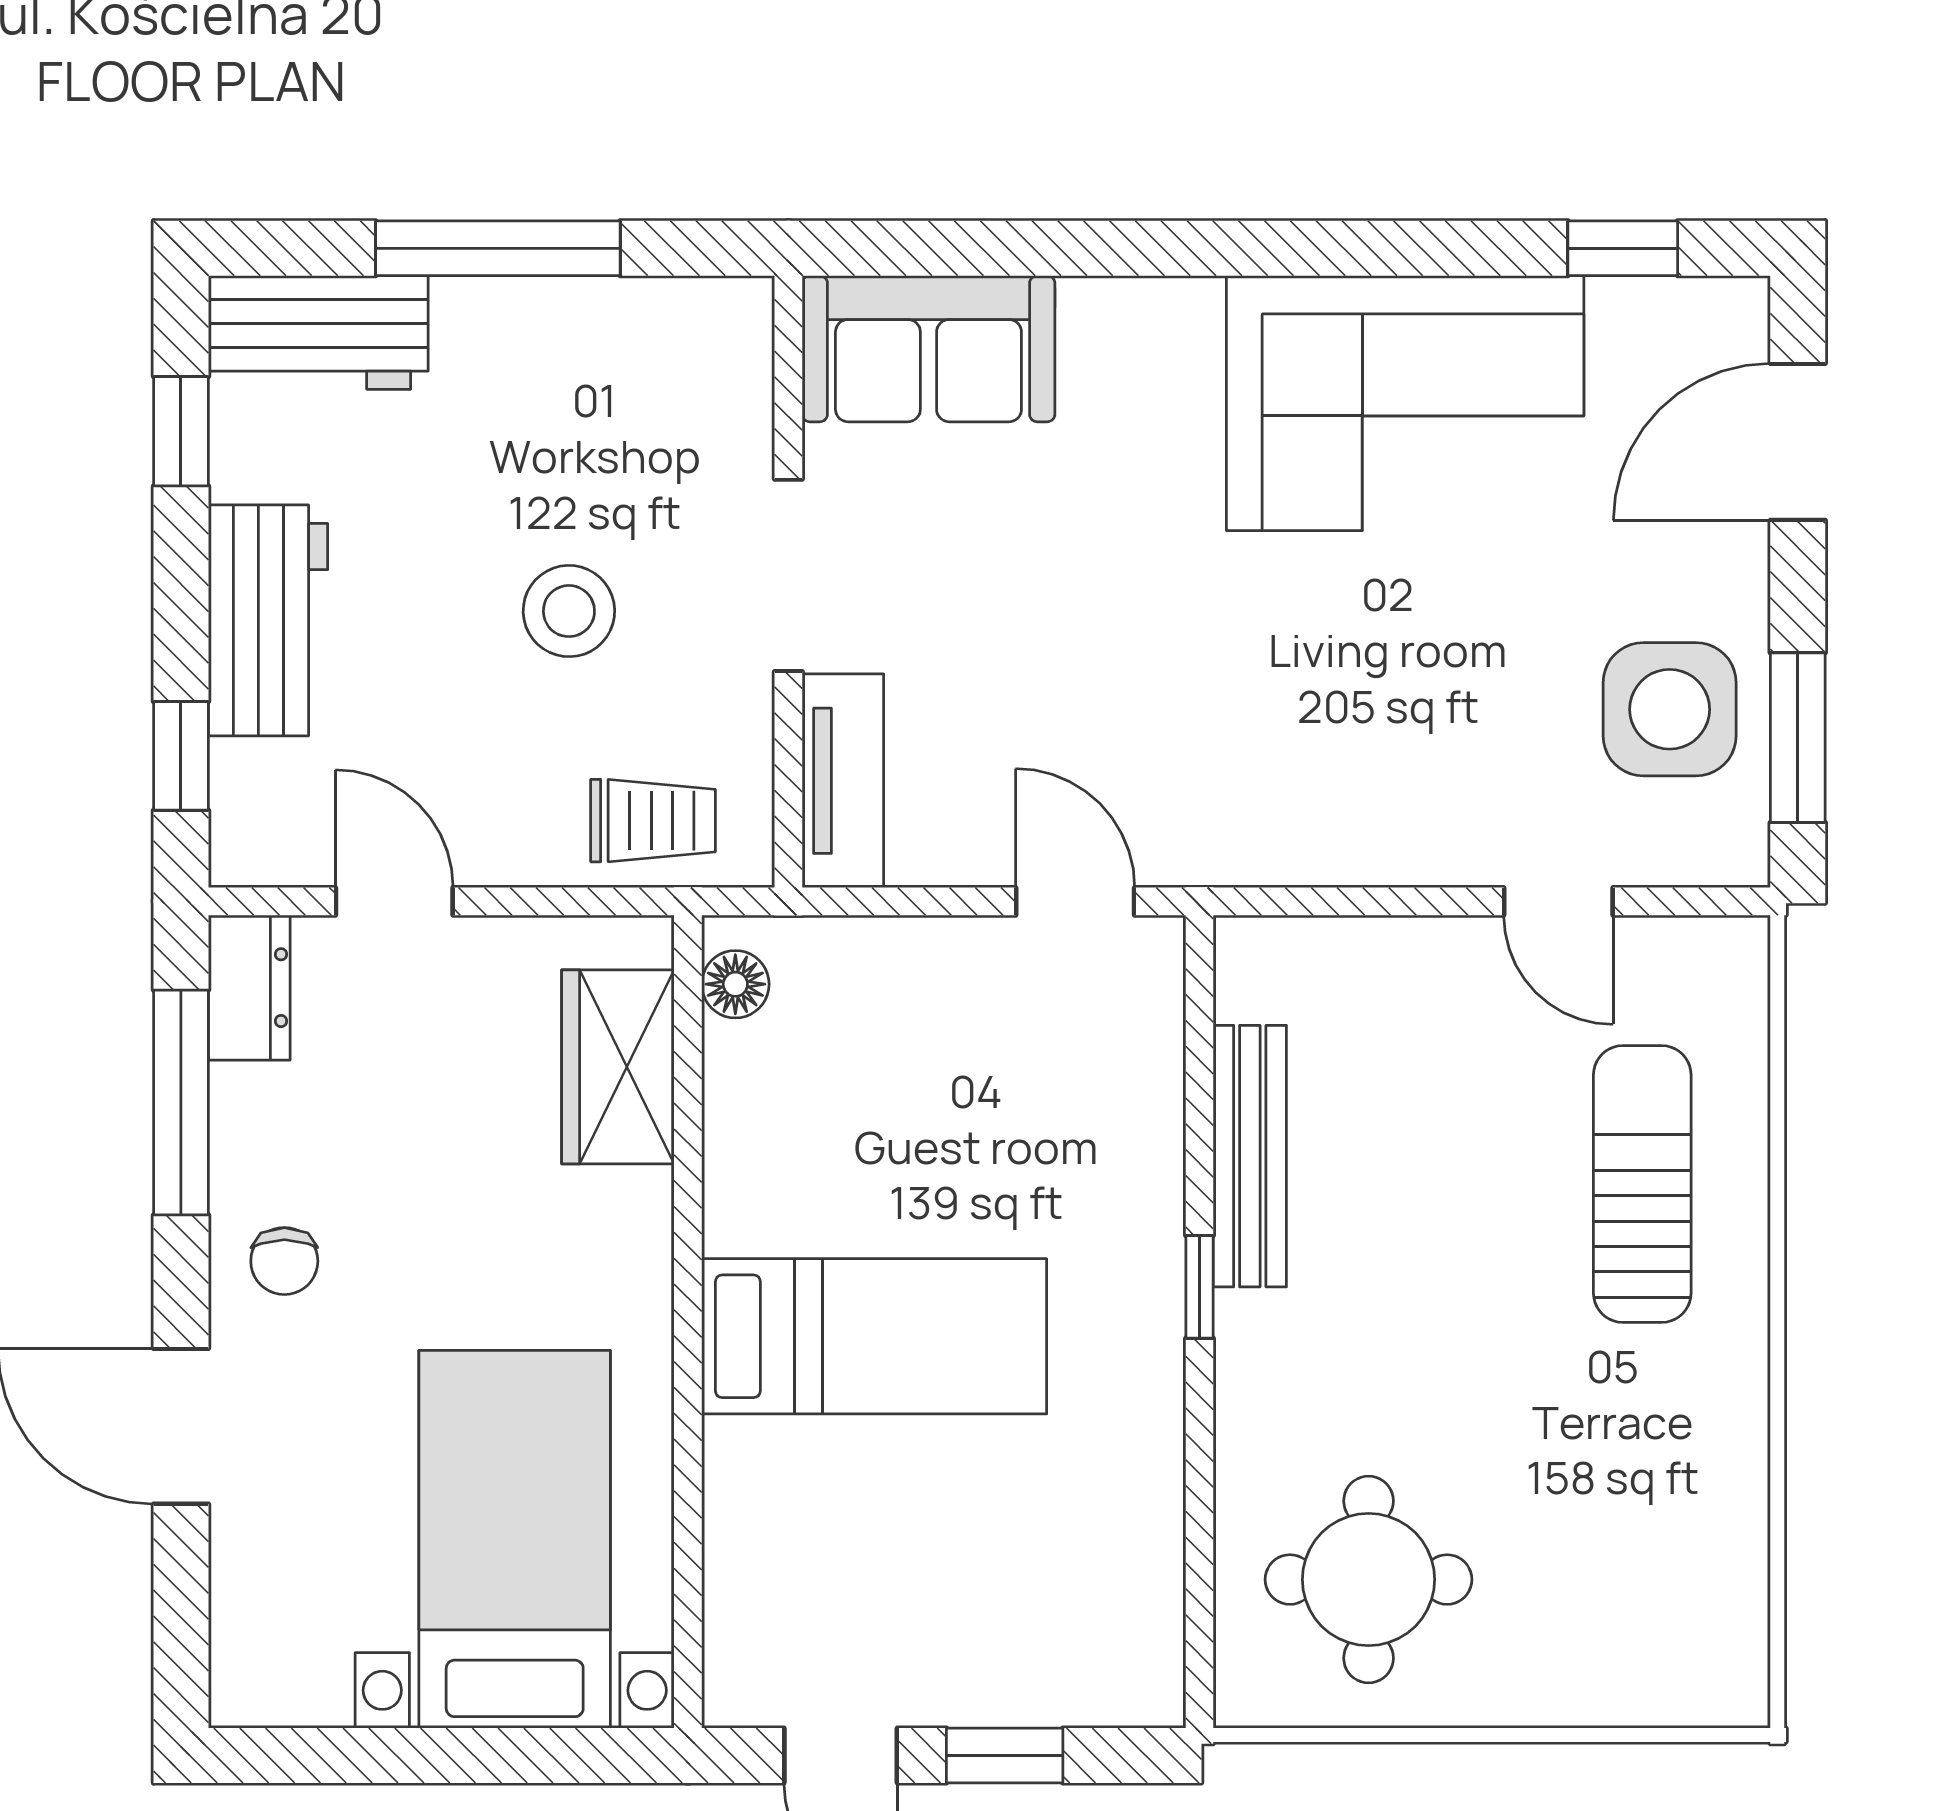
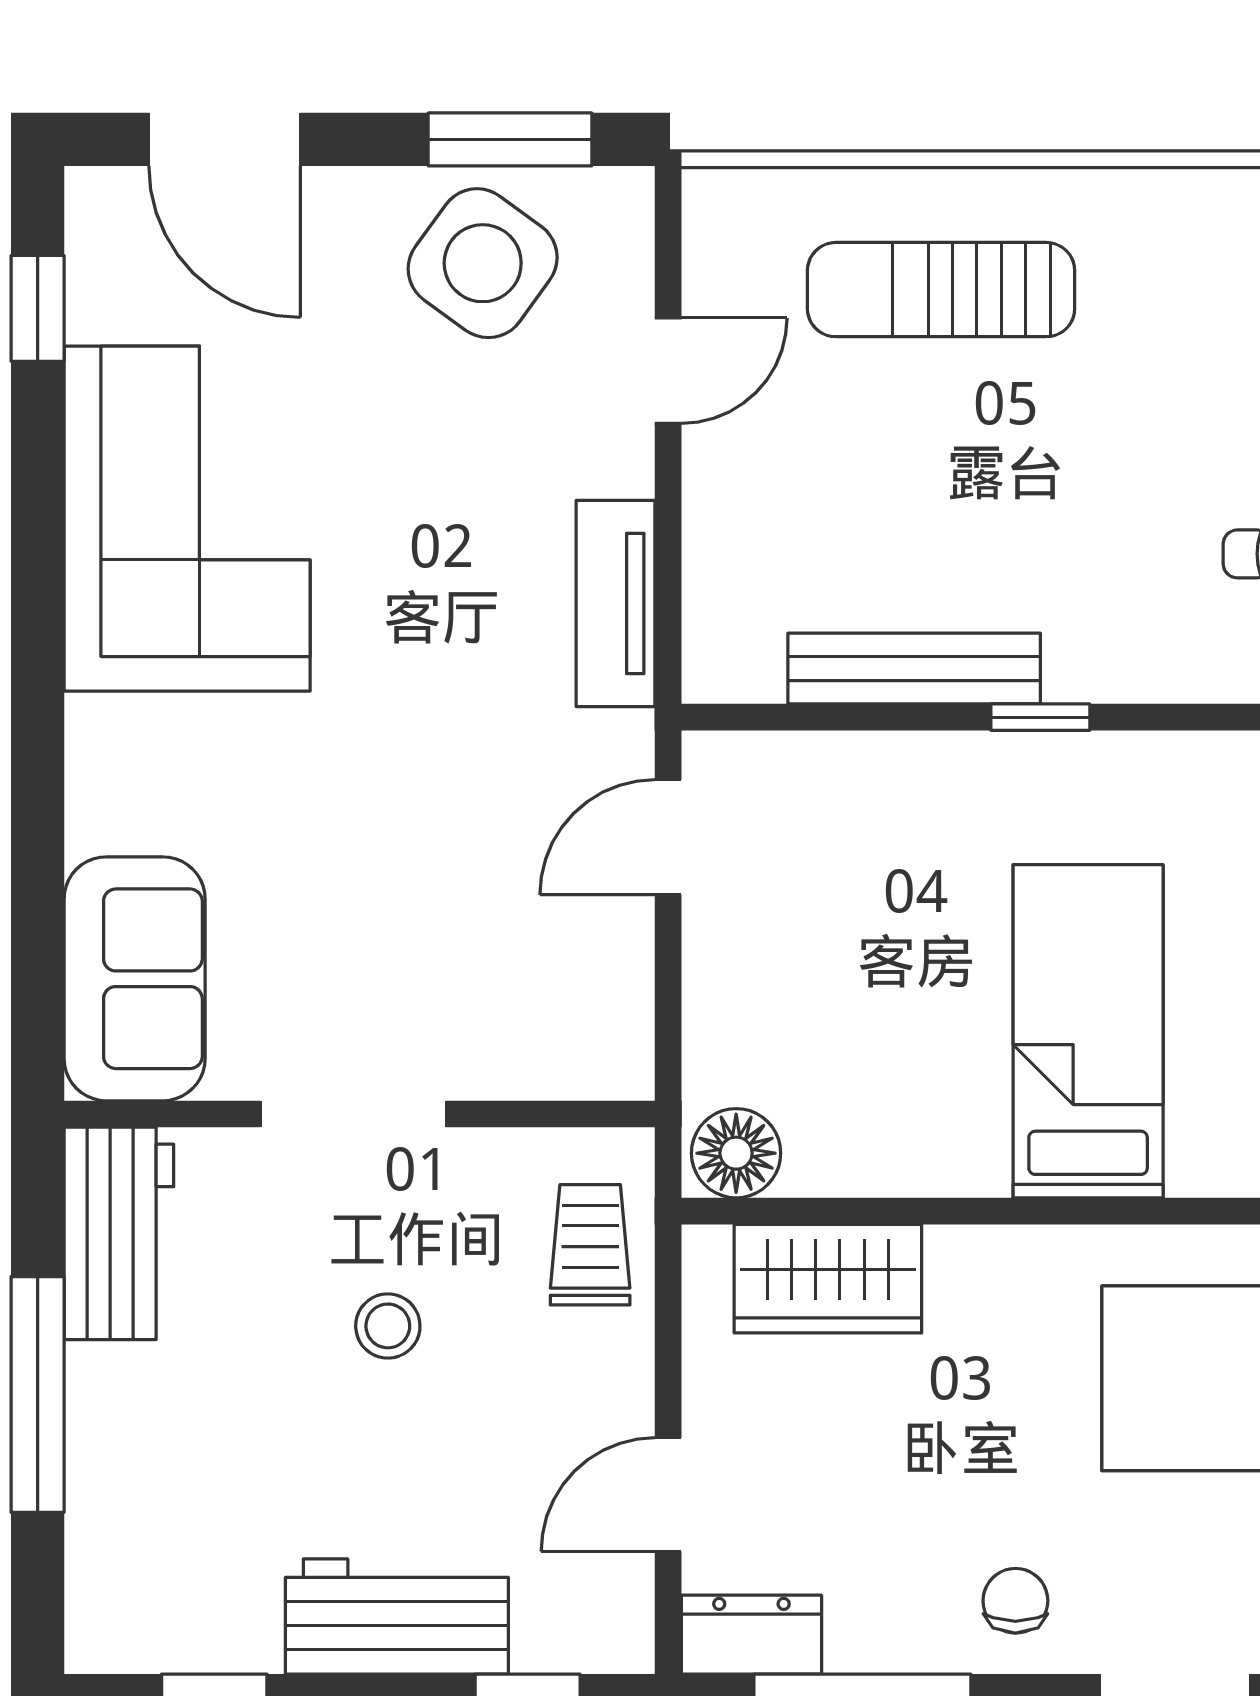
workbench: (318, 332) -> (119, 1233), moved
stool: (569, 611) -> (388, 1326), width x0.73, depth x0.73
side table: (1670, 709) -> (483, 263), turned 36
tv unit: (843, 781) -> (616, 603), moved, turned -90
floor lamp: (735, 984) -> (736, 1153), width x1.37, depth x1.37
chair: (284, 1261) -> (1015, 1601), turned -90

